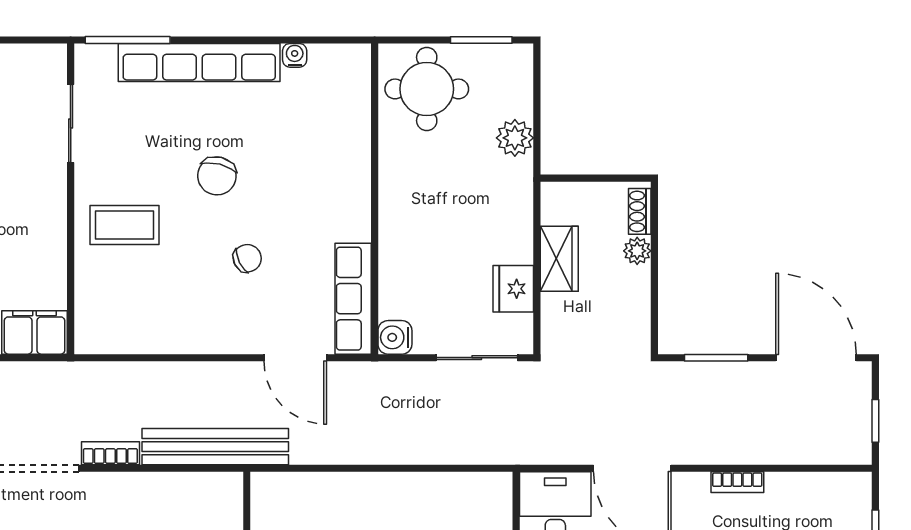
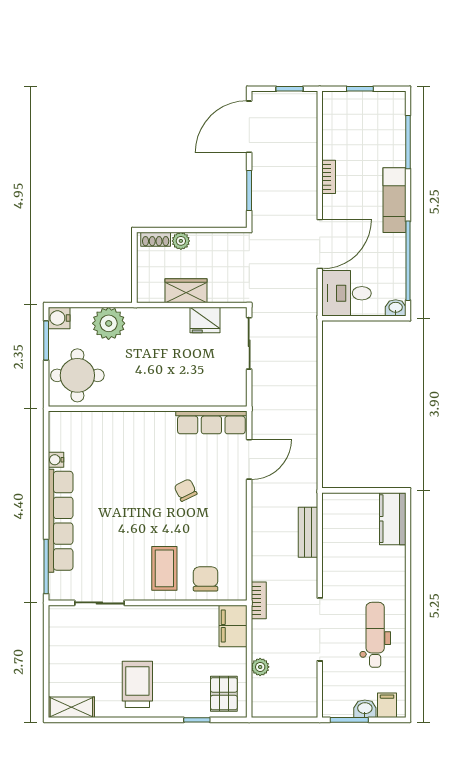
plant: (515, 138) -> (109, 323), width x1.36, depth x1.36
chair: (217, 176) -> (206, 579), moved, turned -104
water cooler: (395, 337) -> (59, 318), moved, turned 90
bench: (215, 447) -> (308, 532), width x0.54, depth x0.82
bookcase: (110, 453) -> (259, 600), moved, turned 180

